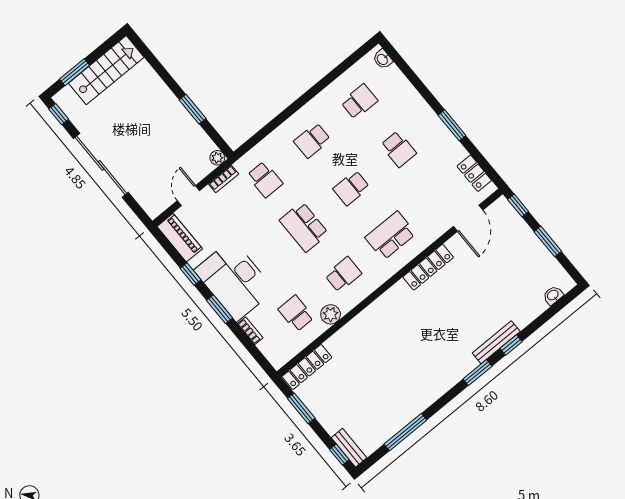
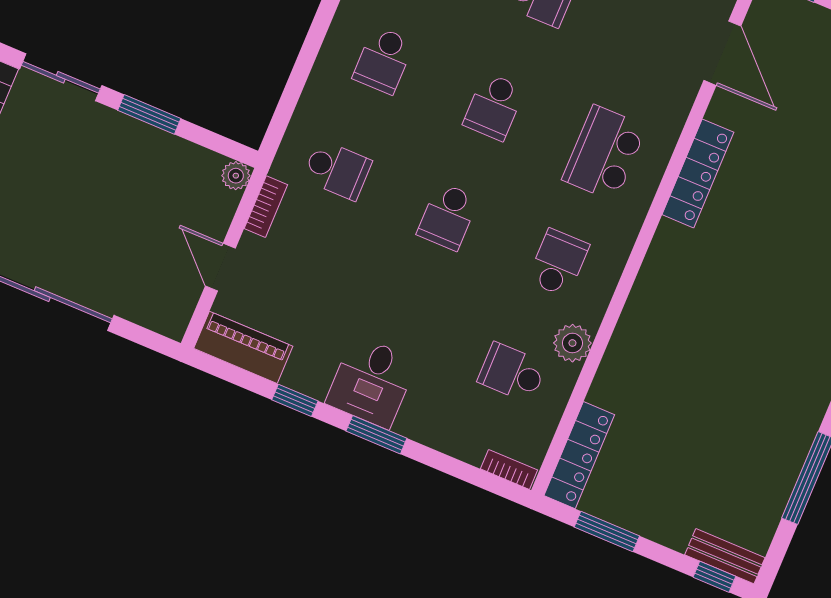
sliding door: (161, 71) -> (61, 77), added
school desk: (304, 227) -> (448, 216), width x0.54
desk: (234, 280) -> (371, 382), width x0.53, depth x0.77
bookcase: (250, 331) -> (509, 469), moved

